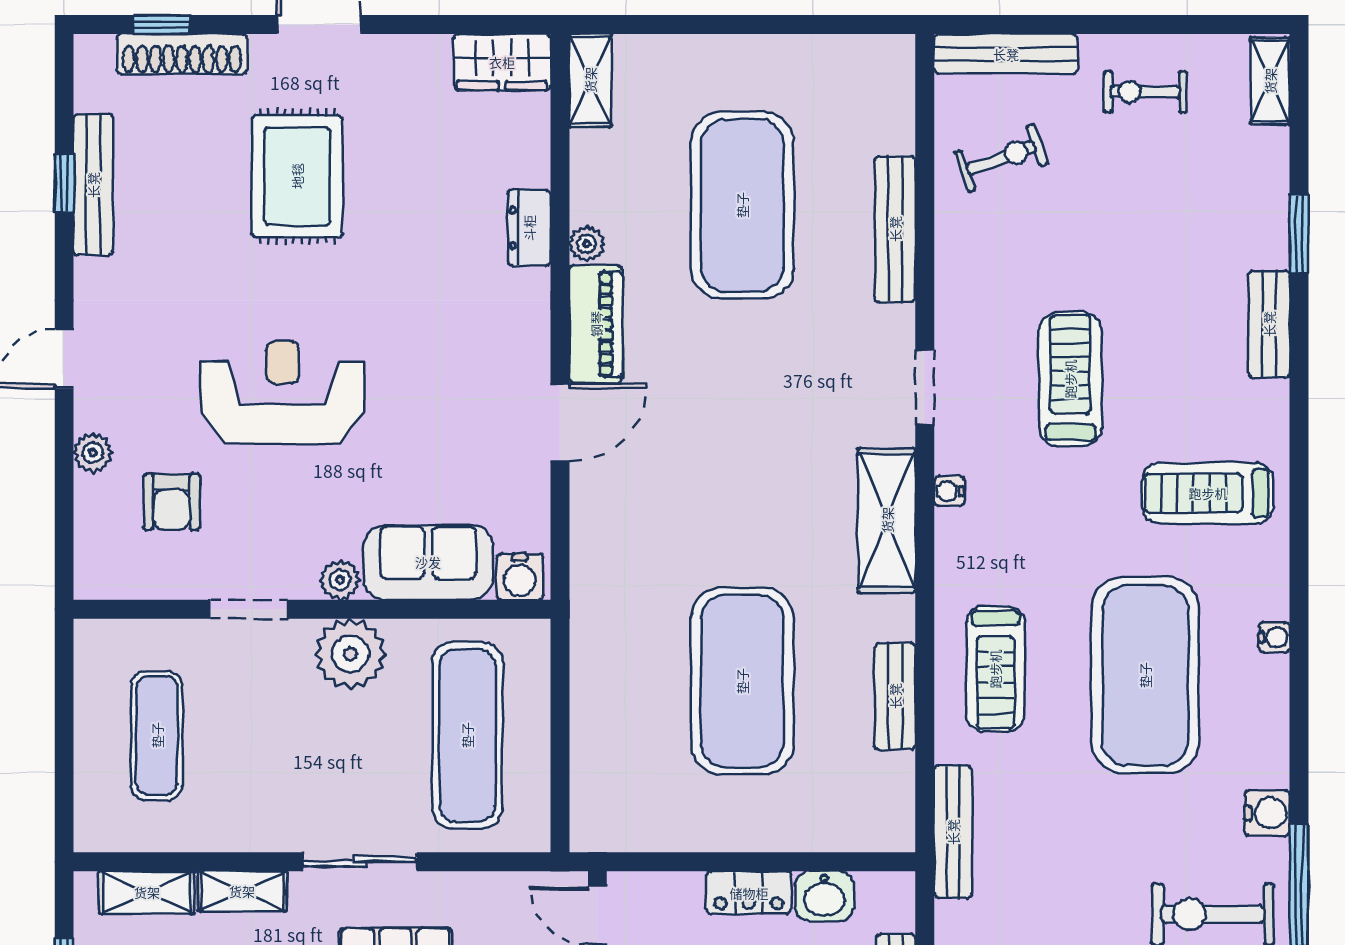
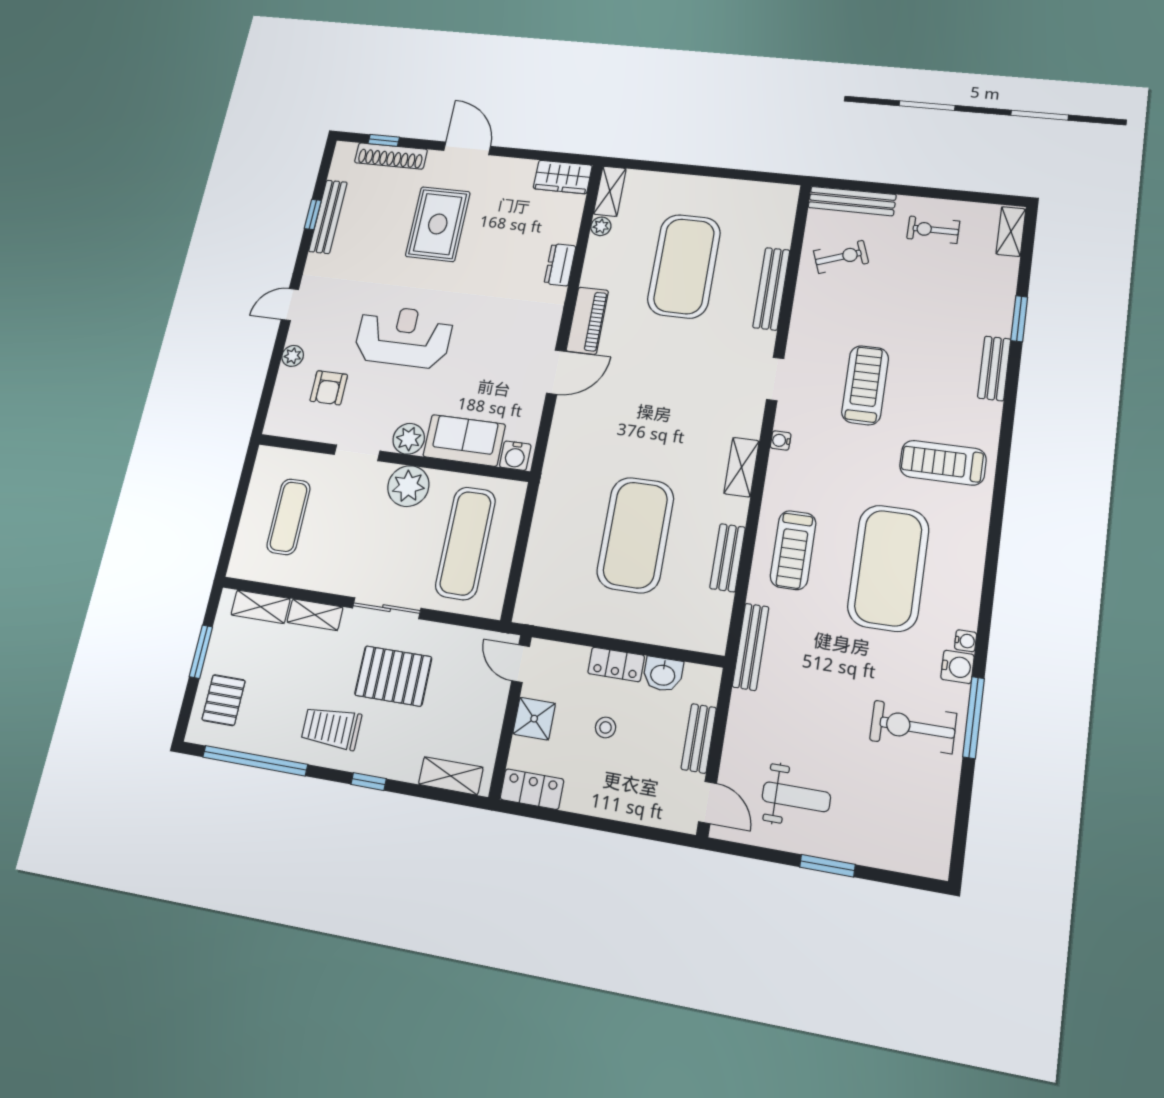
plant: (587, 244) -> (601, 226), moved
shelving: (887, 520) -> (742, 467), width x0.67, depth x0.75
plant: (340, 580) -> (409, 439), width x1.38, depth x1.38
water cooler: (1274, 637) -> (966, 641), moved

